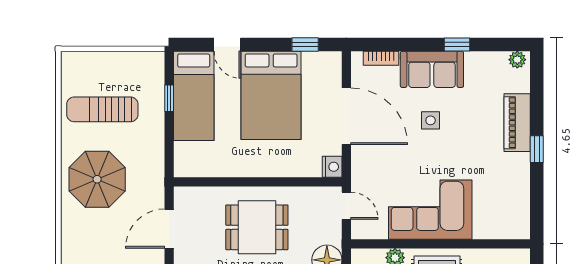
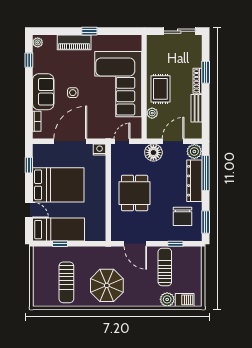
door: (227, 45) -> (29, 210), hinge flipped
window: (457, 45) -> (29, 60), moved
corner sofa: (430, 210) -> (118, 84), width x1.36, depth x1.36

